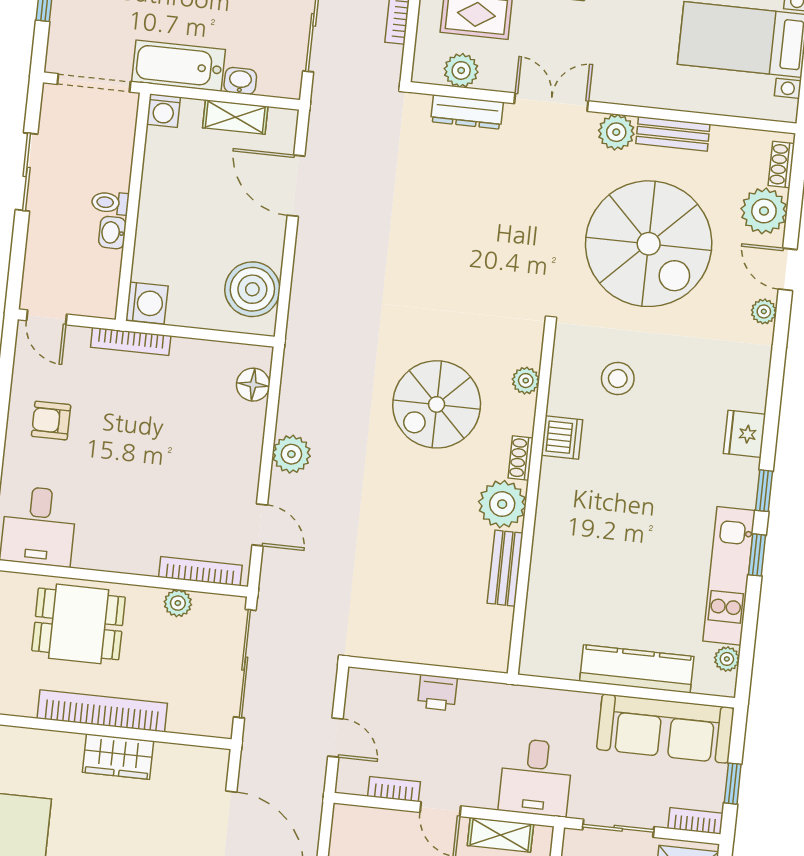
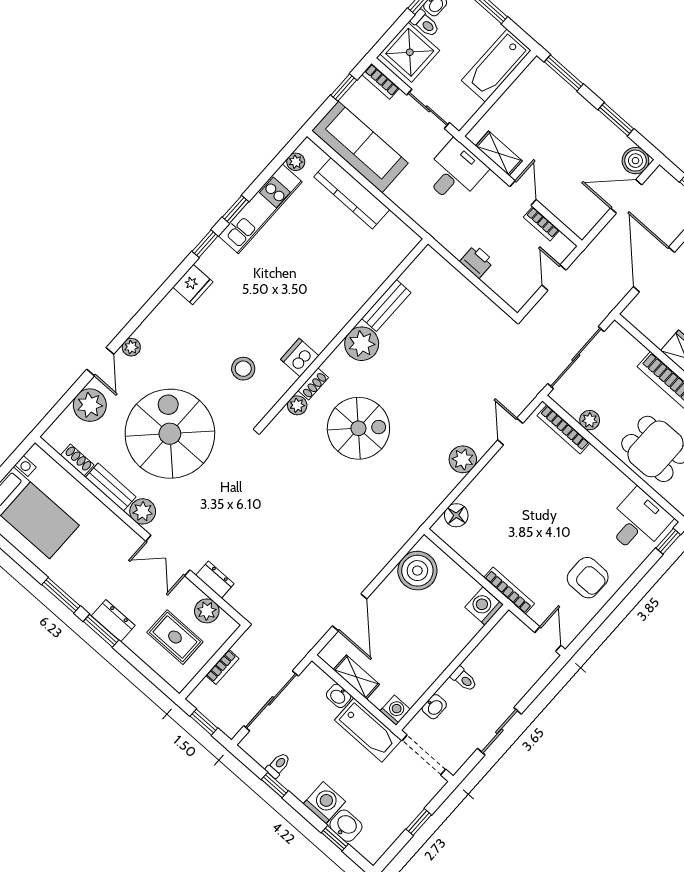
dresser: (467, 112) -> (215, 580), width x0.70
shoe rack: (781, 165) -> (77, 460), moved, turned -90
washbasin: (112, 233) -> (434, 707), moved
armchair: (51, 421) -> (588, 578), width x1.38, depth x1.38
shoe rack: (521, 458) -> (313, 384), moved

